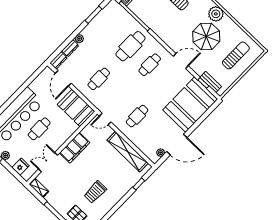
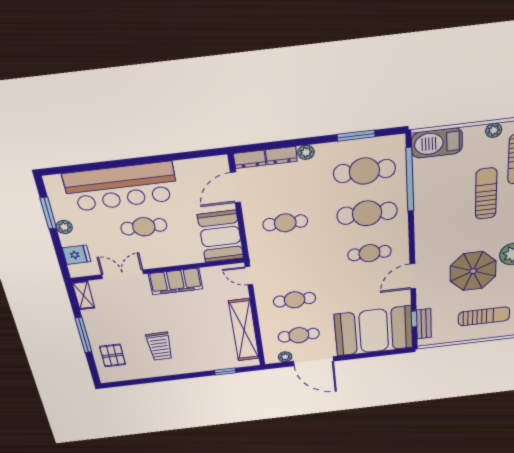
cafe table: (111, 28) -> (364, 171), added
door: (181, 61) -> (413, 276), swing flipped
cafe table: (156, 135) -> (299, 335), added
trolley: (95, 192) -> (160, 346), turned -91

